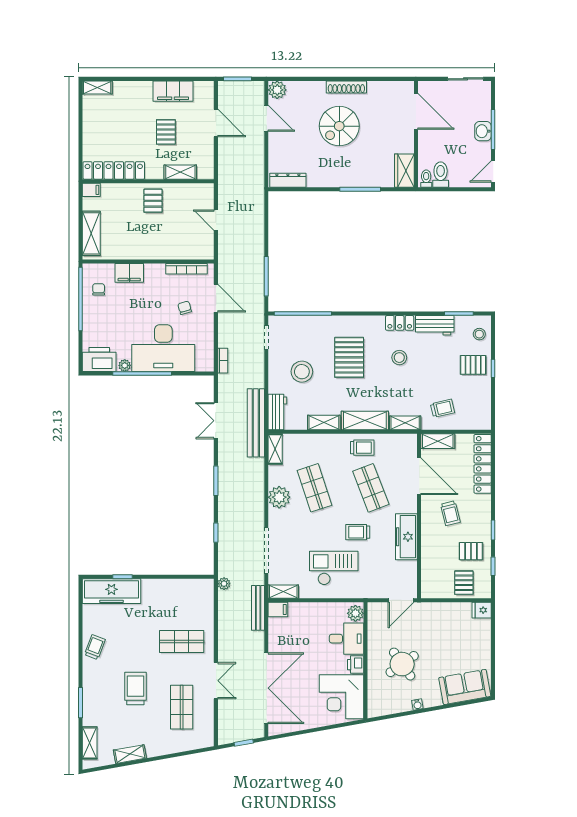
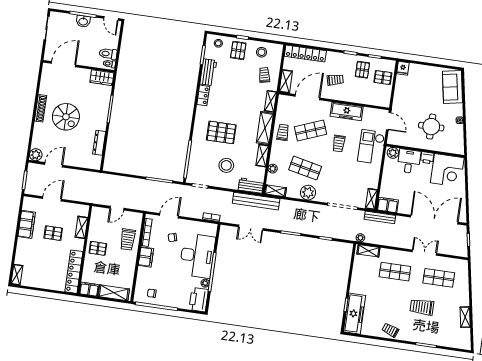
dresser: (288, 180) -> (99, 143), moved
filing cabinet: (91, 190) -> (89, 289), width x2.00
trolley: (172, 243) -> (128, 239), added
filing cabinet: (129, 273) -> (146, 257), moved
stool: (399, 358) -> (262, 52), moved
plant: (307, 440) -> (273, 169), added
shop shelf: (315, 488) -> (305, 168), turned 30
checkout: (334, 568) -> (371, 147), moved
filing cabinet: (278, 609) -> (388, 205), width x2.00
shop shelf: (182, 642) -> (395, 272), turned 90
round table: (402, 664) -> (431, 127), turned 35
shelving: (90, 743) -> (368, 251), moved

